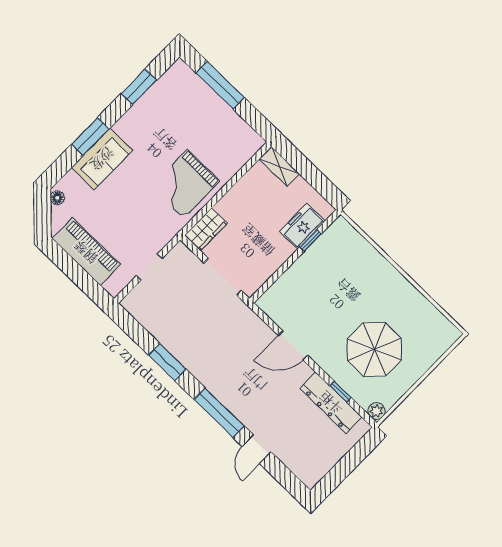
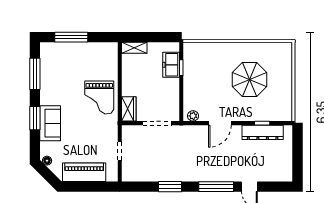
window: (139, 87) -> (35, 74), width x1.44
parasol: (374, 349) -> (250, 80), moved
plant: (377, 411) -> (193, 116), moved

